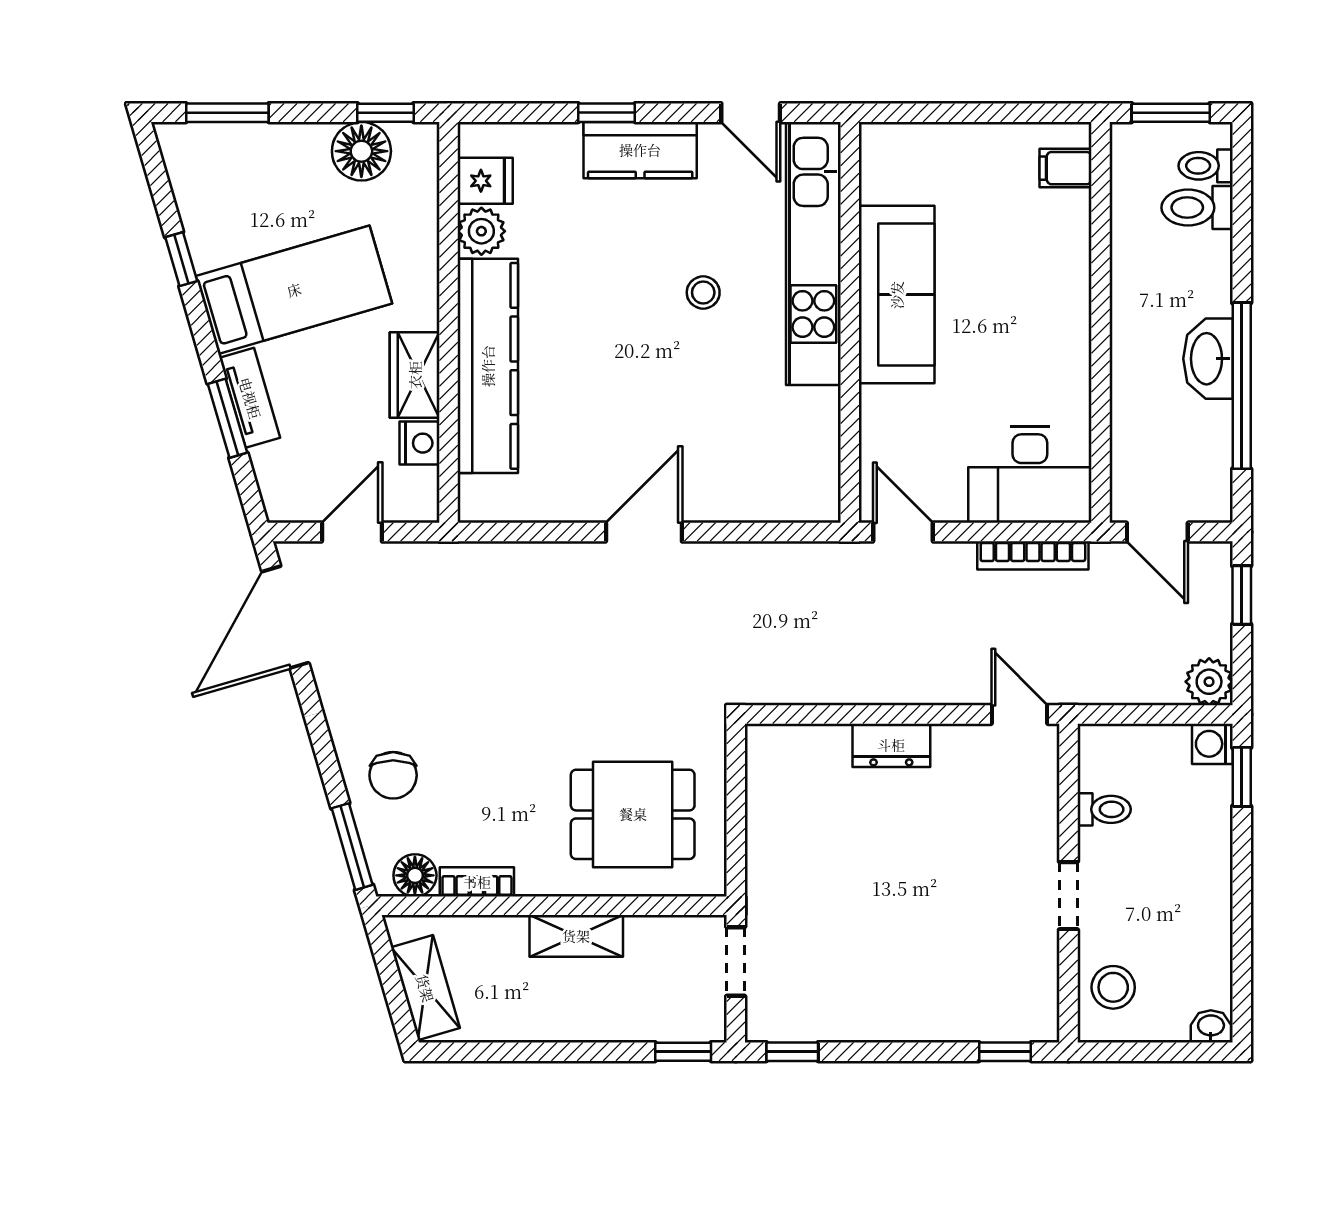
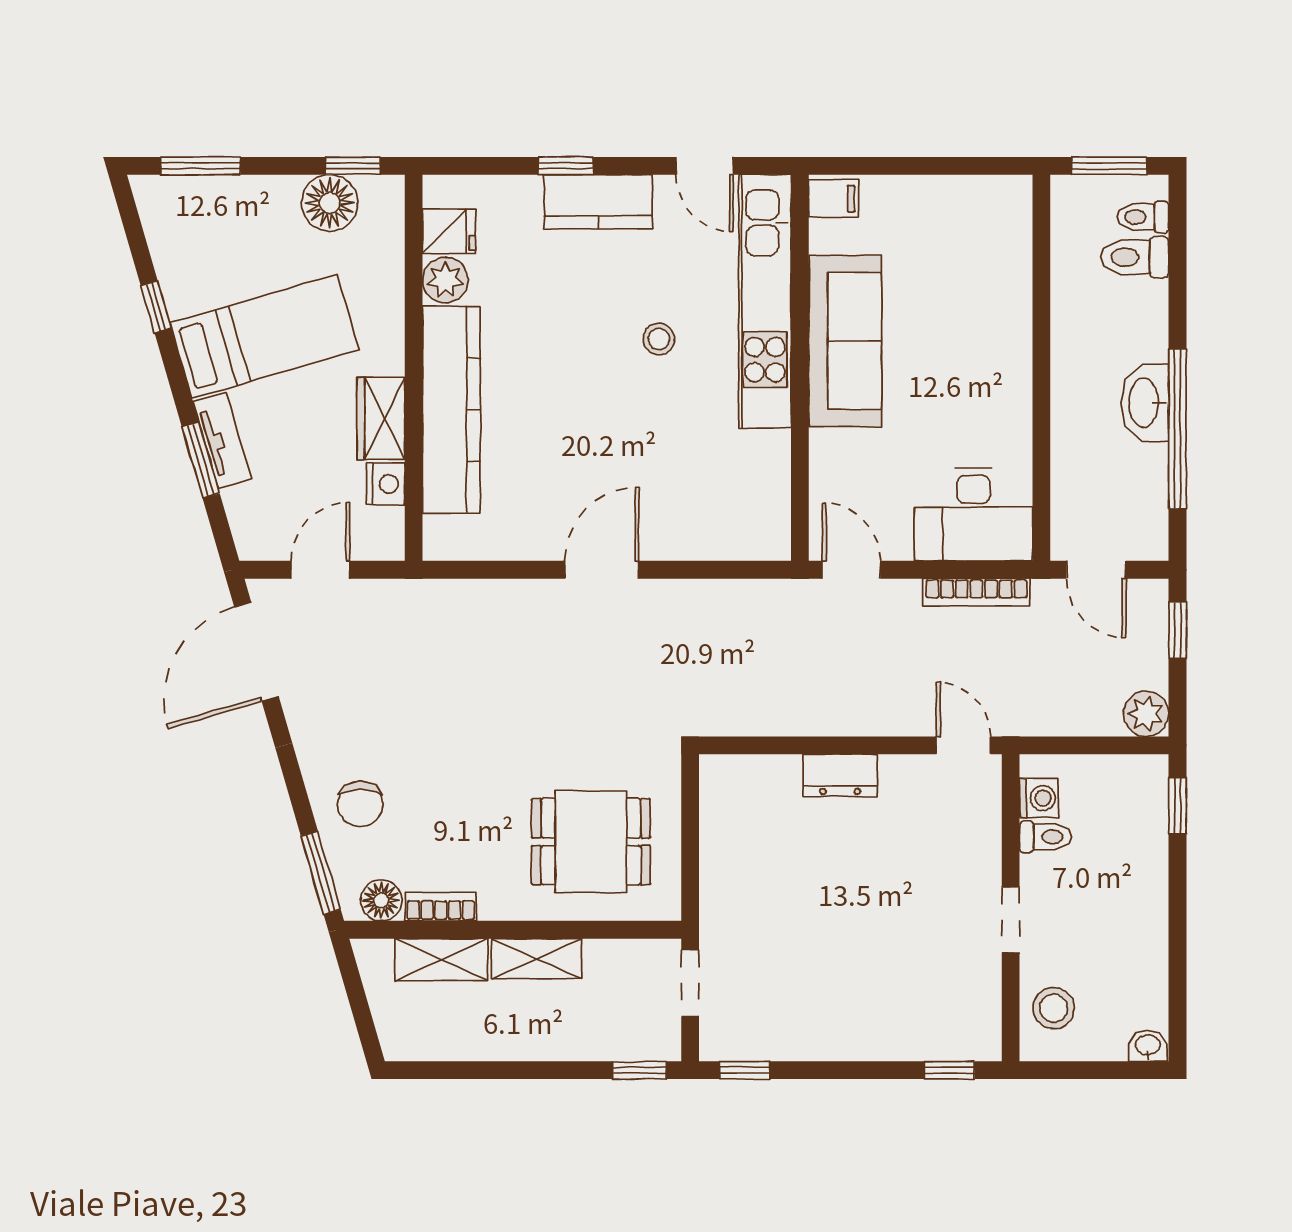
filing cabinet: (1065, 168) -> (834, 199), moved, turned 180
washing machine: (1212, 744) -> (1039, 798), moved, turned 180
shelving: (425, 988) -> (441, 960), moved, turned -74

